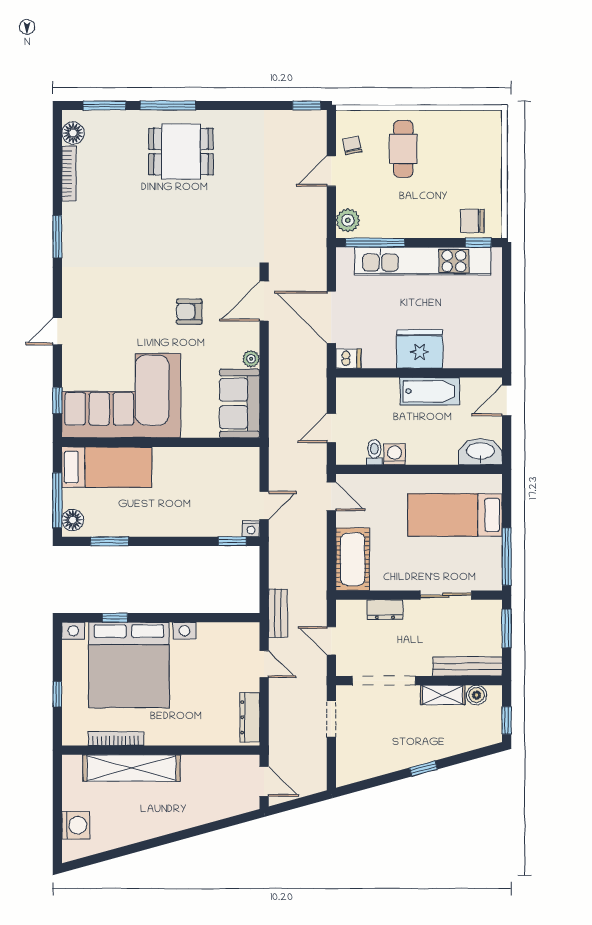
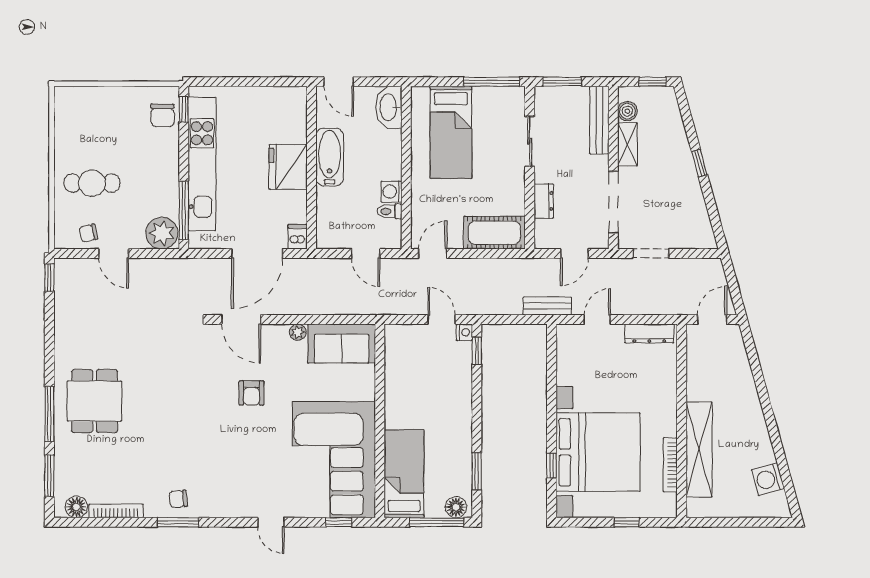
plant: (348, 220) -> (162, 233), width x1.36, depth x1.36
chair: (81, 237) -> (178, 499), added
washing machine: (76, 825) -> (768, 479), moved, turned -105

